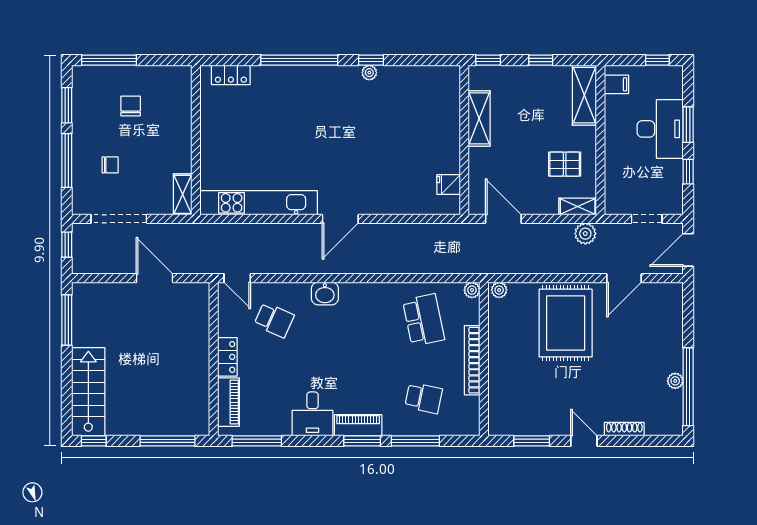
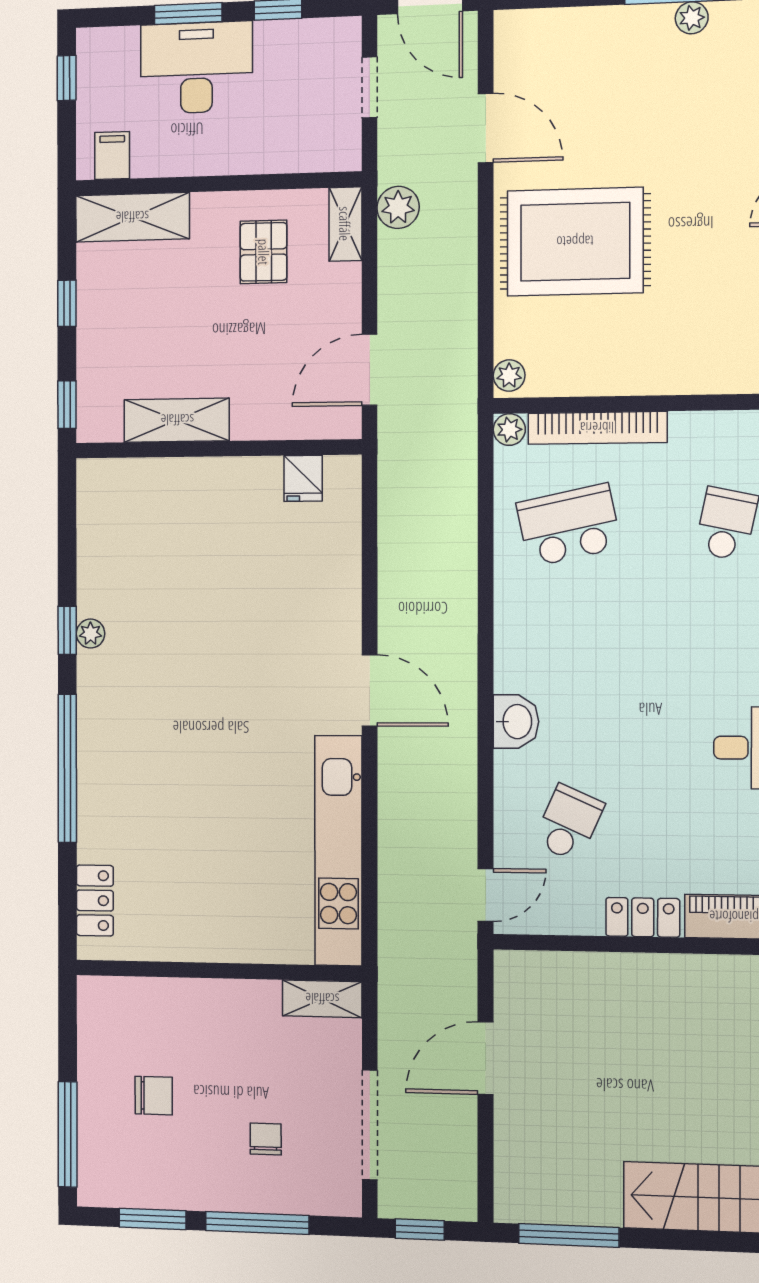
chair: (131, 106) -> (154, 1096), turned 180
bookcase: (472, 360) -> (597, 428), moved

